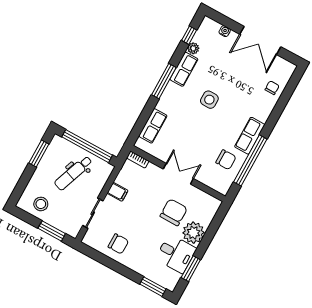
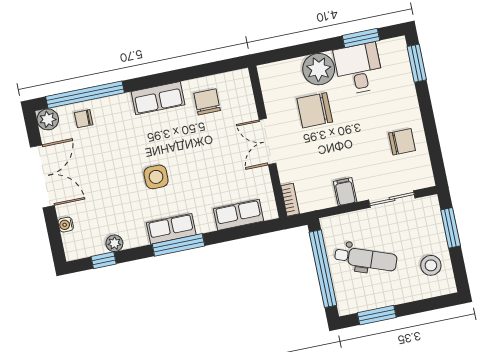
row of seats: (184, 69) -> (171, 229), moved
plant: (288, 69) -> (48, 119), added
window: (250, 160) -> (85, 95), moved
chair: (118, 244) -> (402, 142), turned 90

